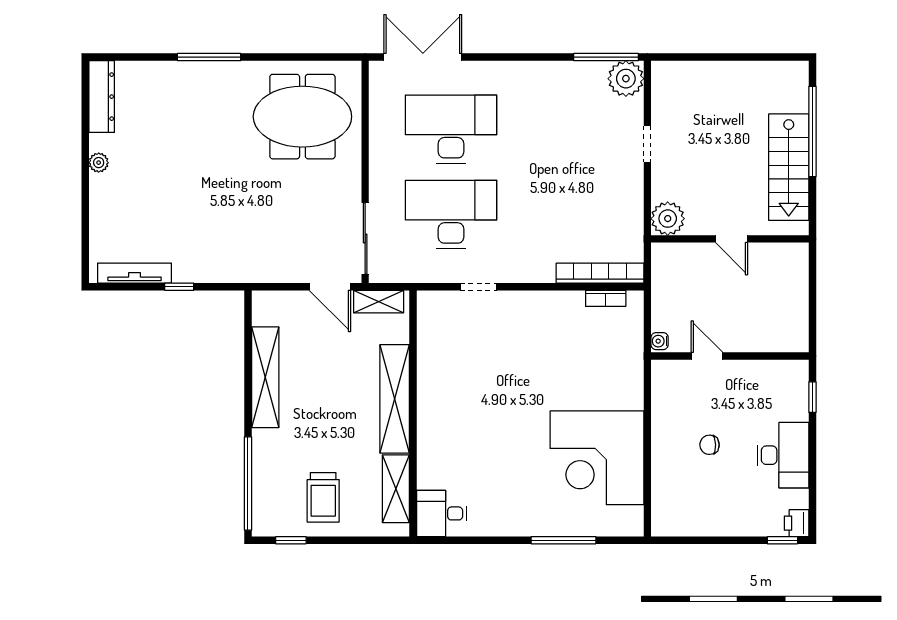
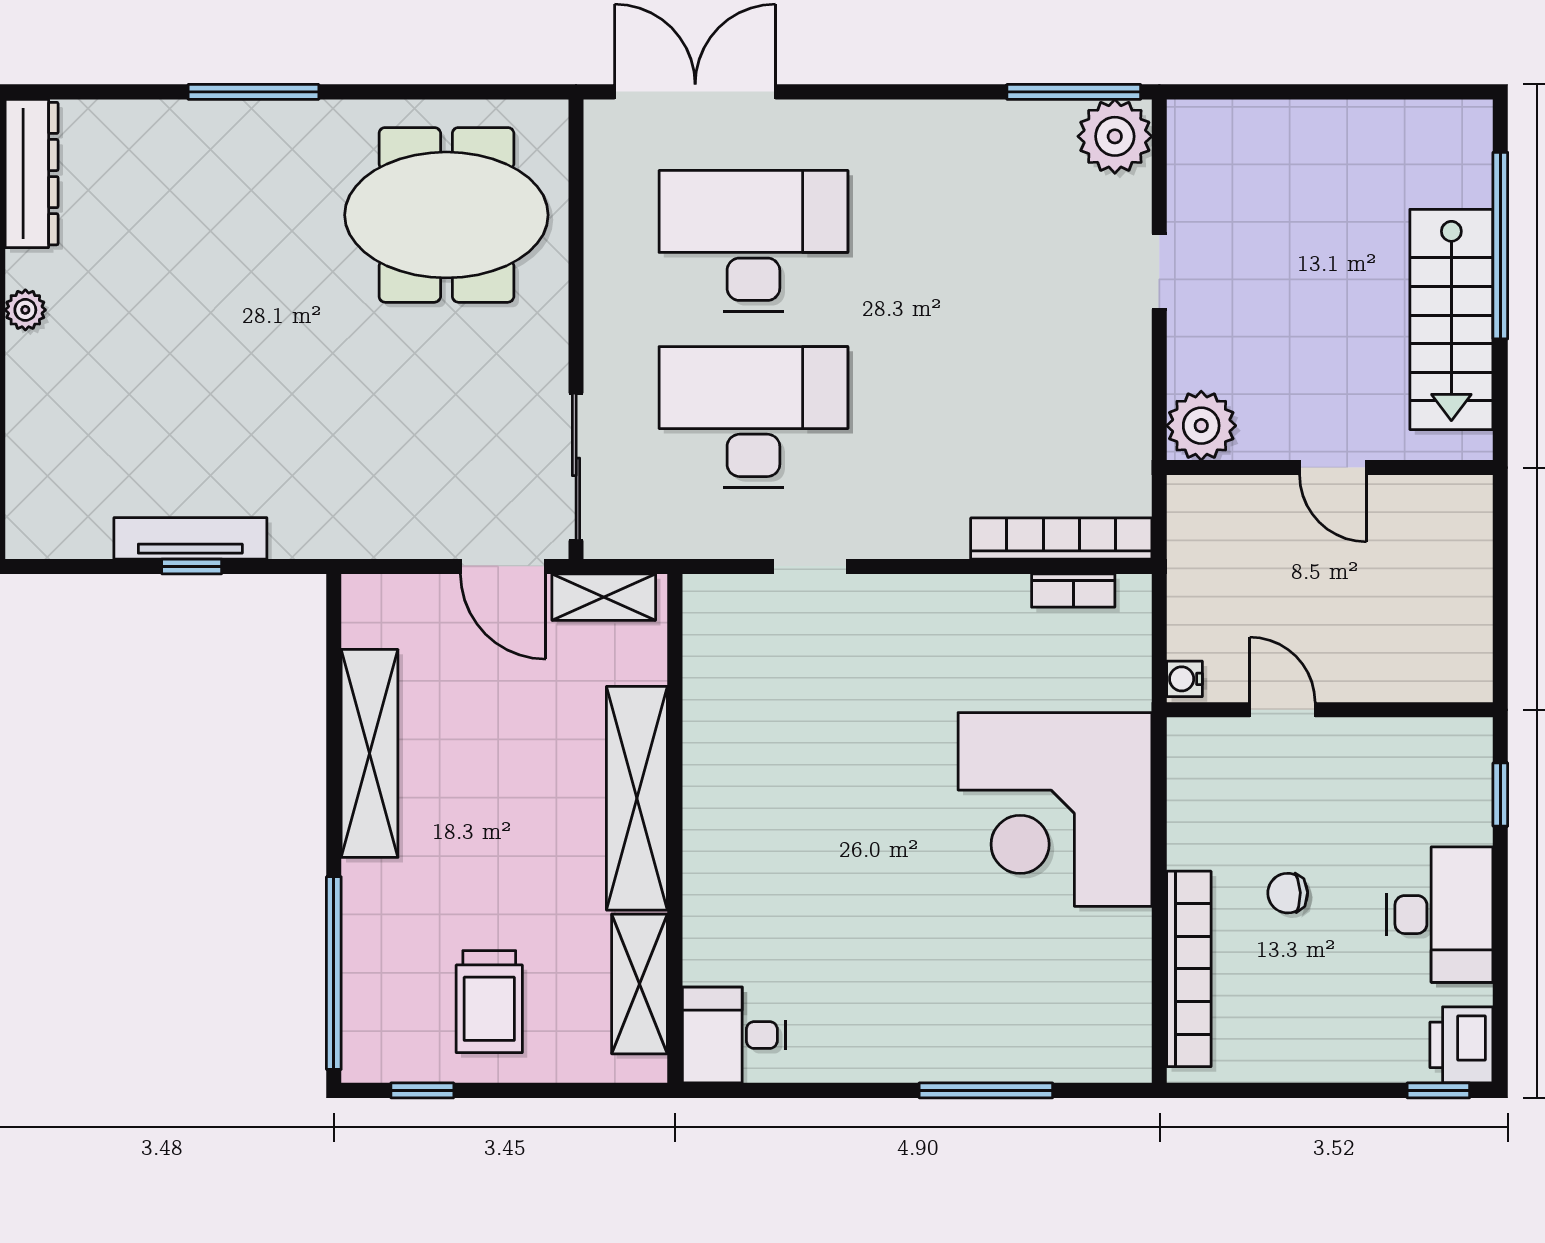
tv unit: (135, 273) -> (190, 538), moved
corner desk: (597, 458) -> (1055, 809), moved
bookcase: (662, 481) -> (1189, 969), added
printer: (797, 523) -> (1461, 1045), width x1.36, depth x1.24

